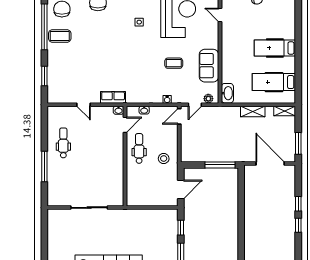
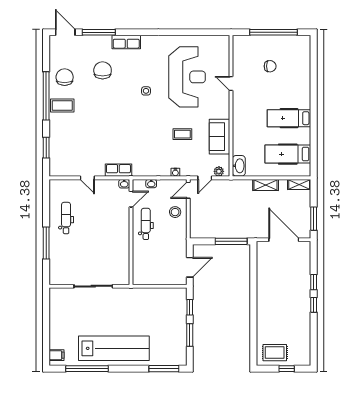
stool: (164, 159) -> (175, 212), moved

